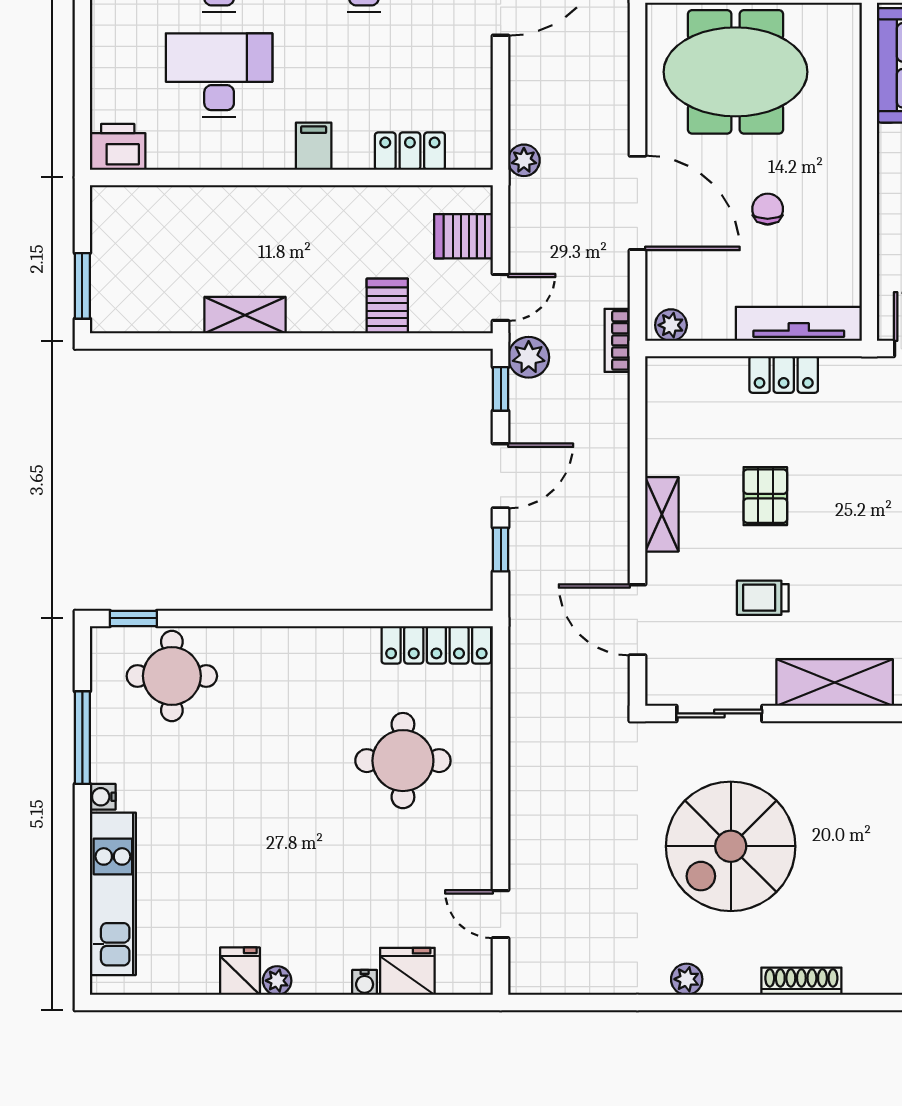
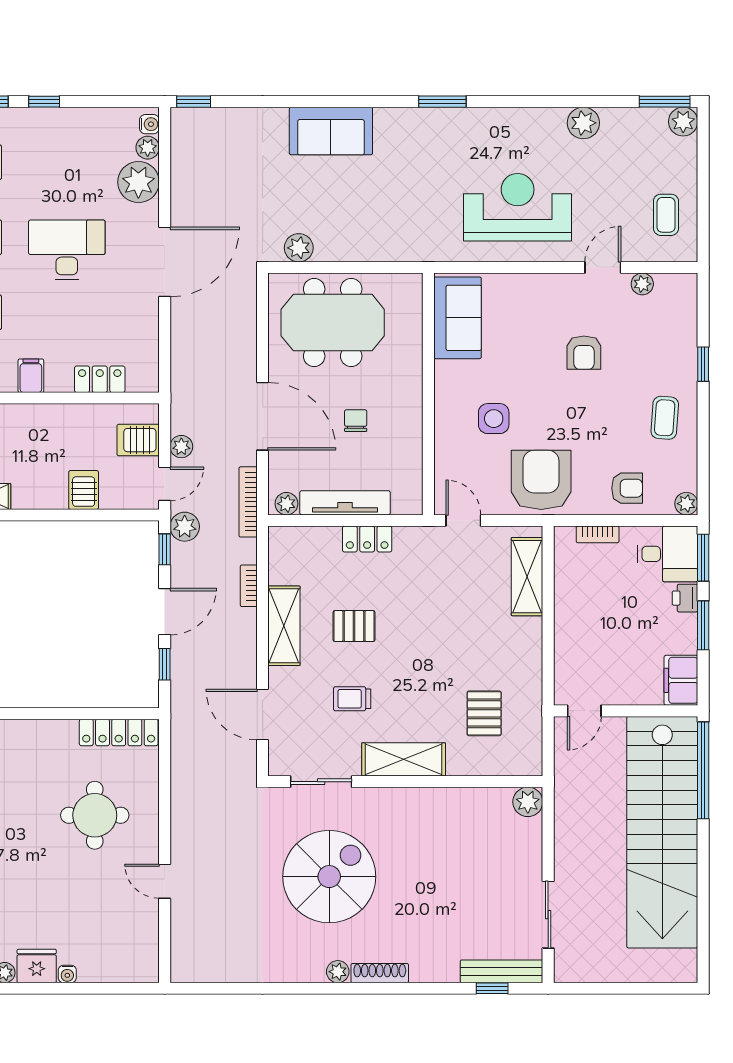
plant: (524, 160) -> (181, 447), moved
tv unit: (799, 324) -> (345, 503), moved
bookcase: (617, 340) -> (248, 502), width x1.56
bookcase: (618, 440) -> (249, 586), added
pallet: (765, 496) -> (354, 626), turned 90
shelving: (662, 514) -> (284, 626), width x1.50, depth x1.33
spiral stairs: (731, 846) -> (329, 877), turned 180
door: (501, 914) -> (165, 881), moved
fridge: (407, 971) -> (37, 966), moved
plant: (687, 979) -> (338, 972), moved

